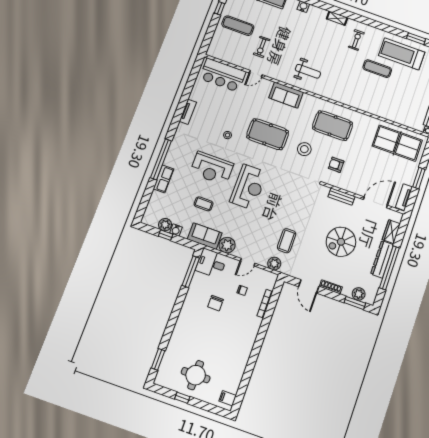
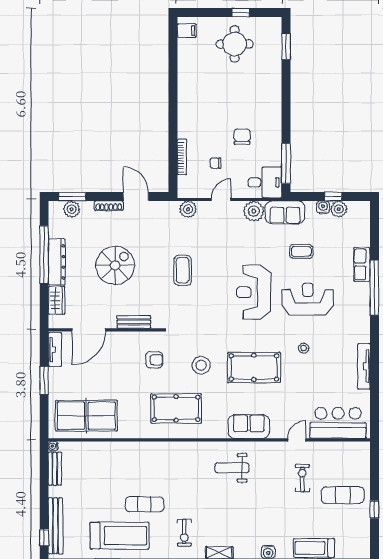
tv unit: (188, 112) -> (364, 366), width x1.41
coffee table: (287, 241) -> (183, 270), moved

